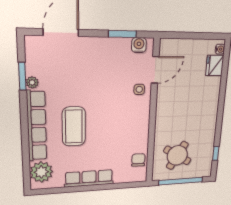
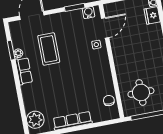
row of seats: (37, 126) -> (24, 71), width x0.50
coffee table: (74, 126) -> (49, 49), moved
round table: (177, 155) -> (141, 92), turned -31

